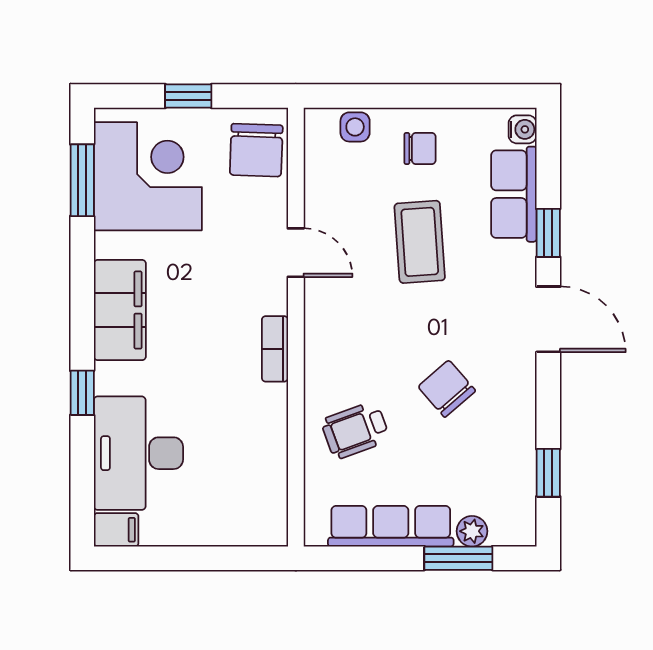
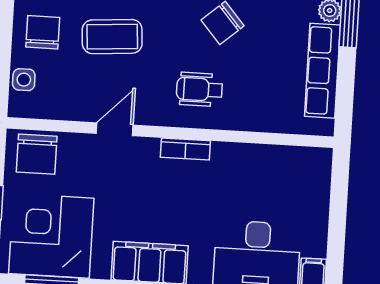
chair: (420, 149) -> (43, 32), width x1.37, depth x1.37
chair: (256, 150) -> (37, 154), turned 88
wheelchair: (355, 430) -> (199, 89), moved, turned 110

